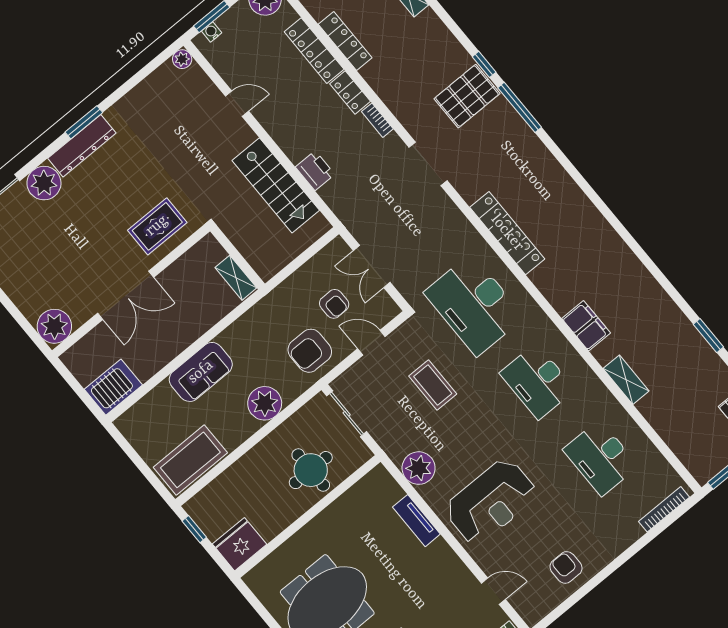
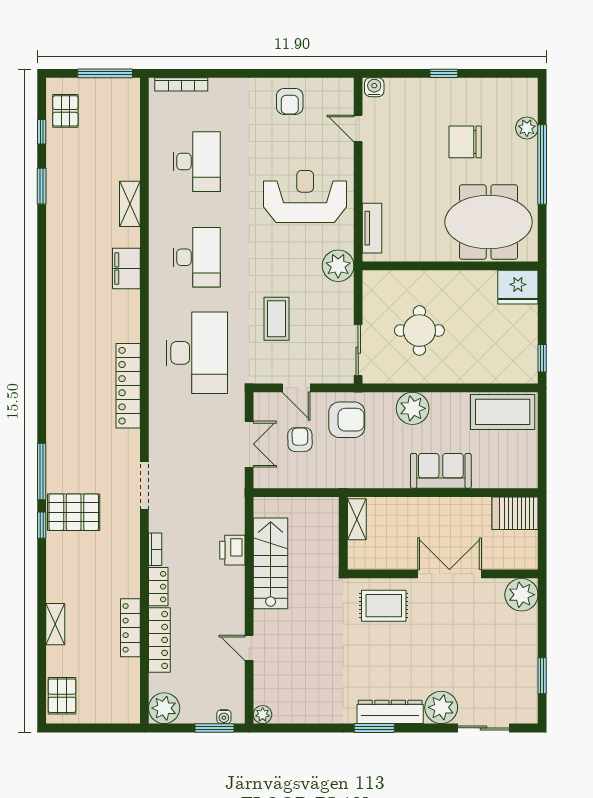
wall: (308, 516) -> (450, 266), moved
fridge: (239, 544) -> (518, 287), moved

